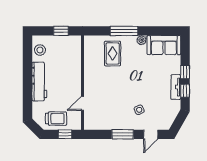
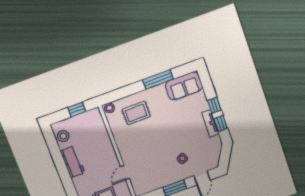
window: (124, 31) -> (158, 80), moved
plant: (142, 40) -> (109, 108), moved
rug: (113, 53) -> (136, 113), turned 90
workbench: (39, 82) -> (73, 162), width x0.73

